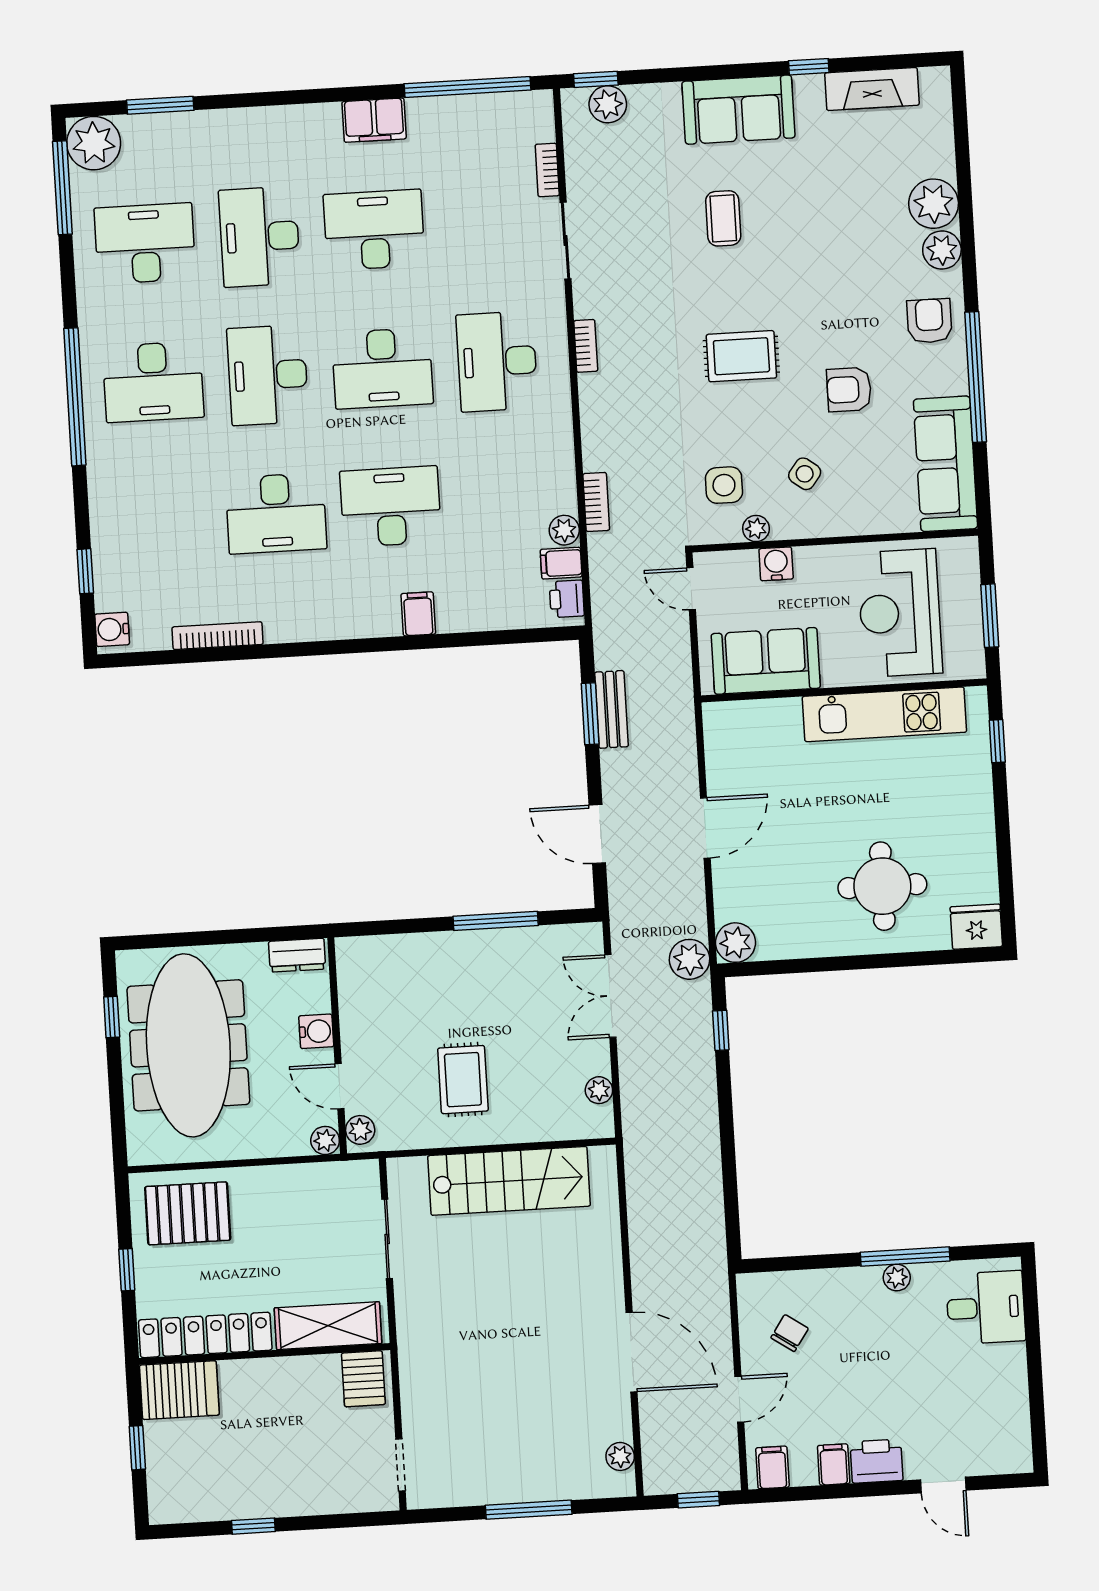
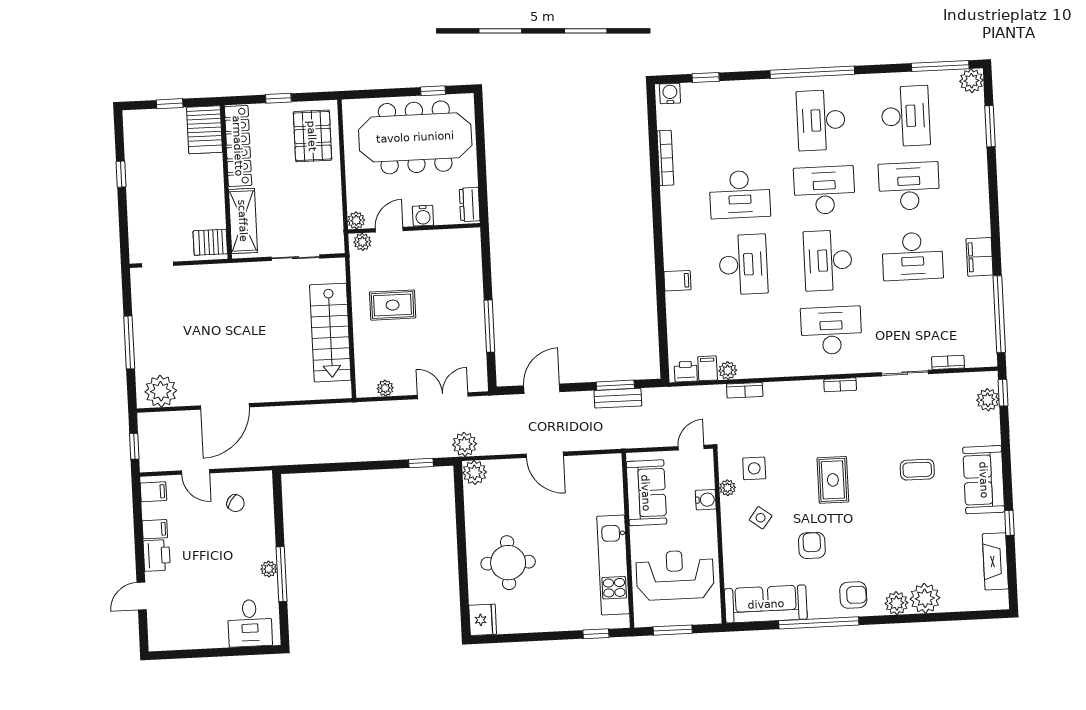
plant: (94, 143) -> (971, 81), width x0.73, depth x0.73
desk: (374, 230) -> (912, 256), turned 90
desk: (276, 513) -> (740, 194), turned -90
plant: (620, 1456) -> (161, 391), width x1.88, depth x1.88

